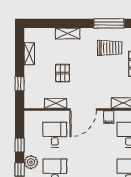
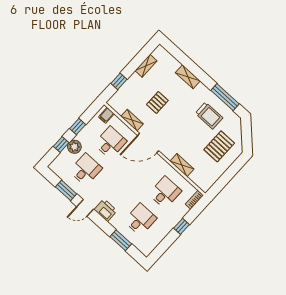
filing cabinet: (109, 117) -> (106, 115), moved

